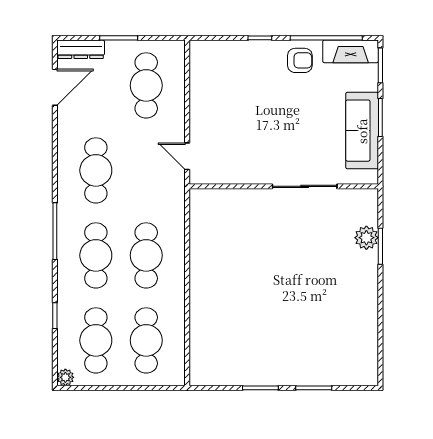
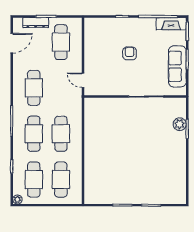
dresser: (81, 49) -> (36, 23), moved
armchair: (300, 60) -> (130, 53), moved, turned -90

